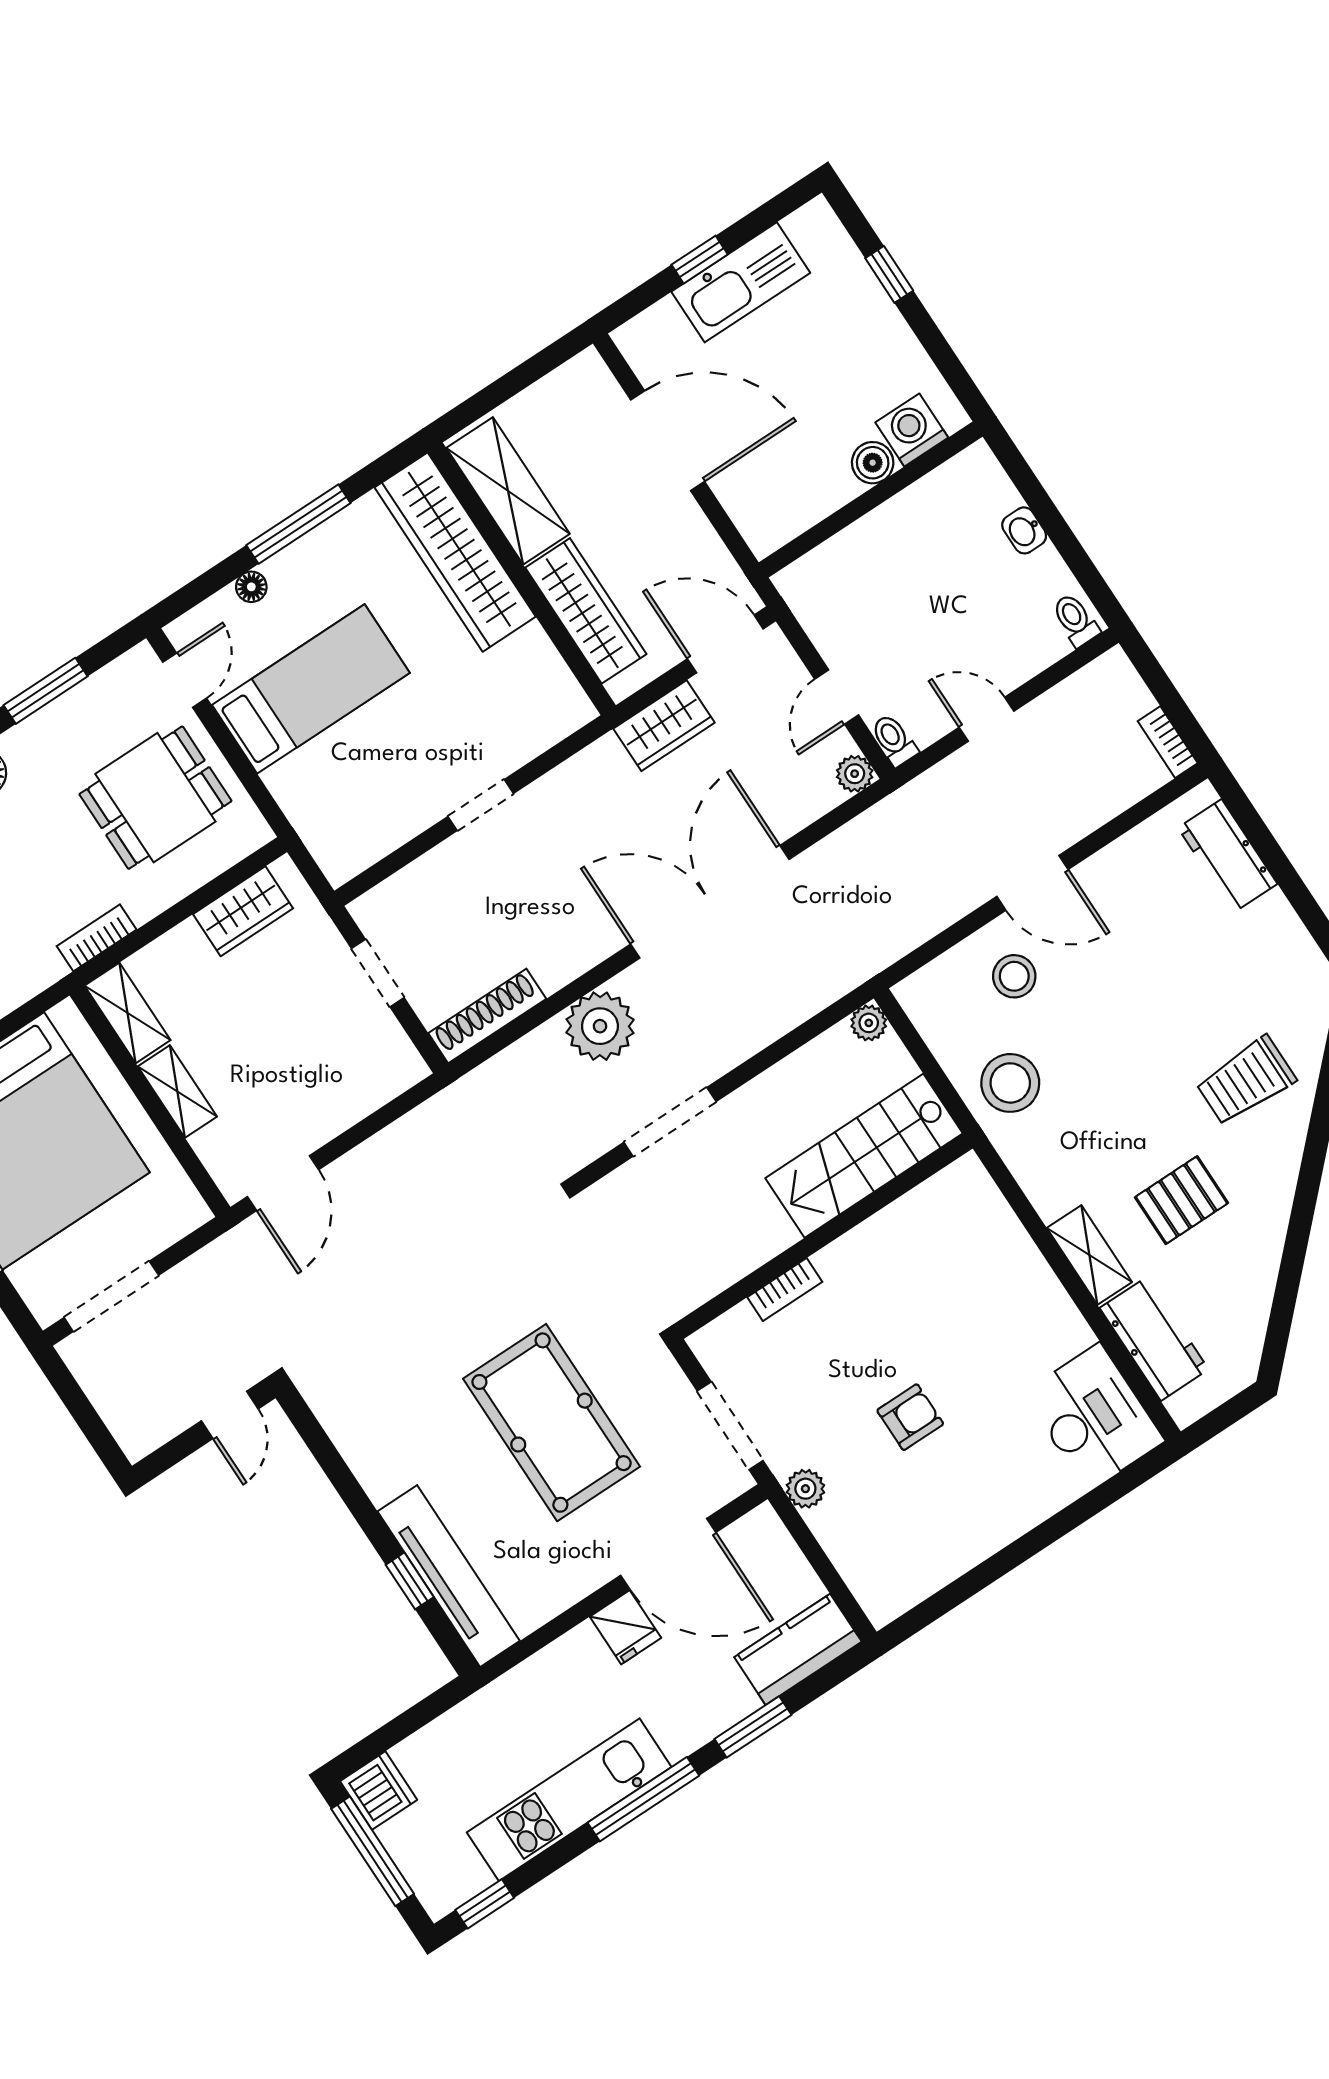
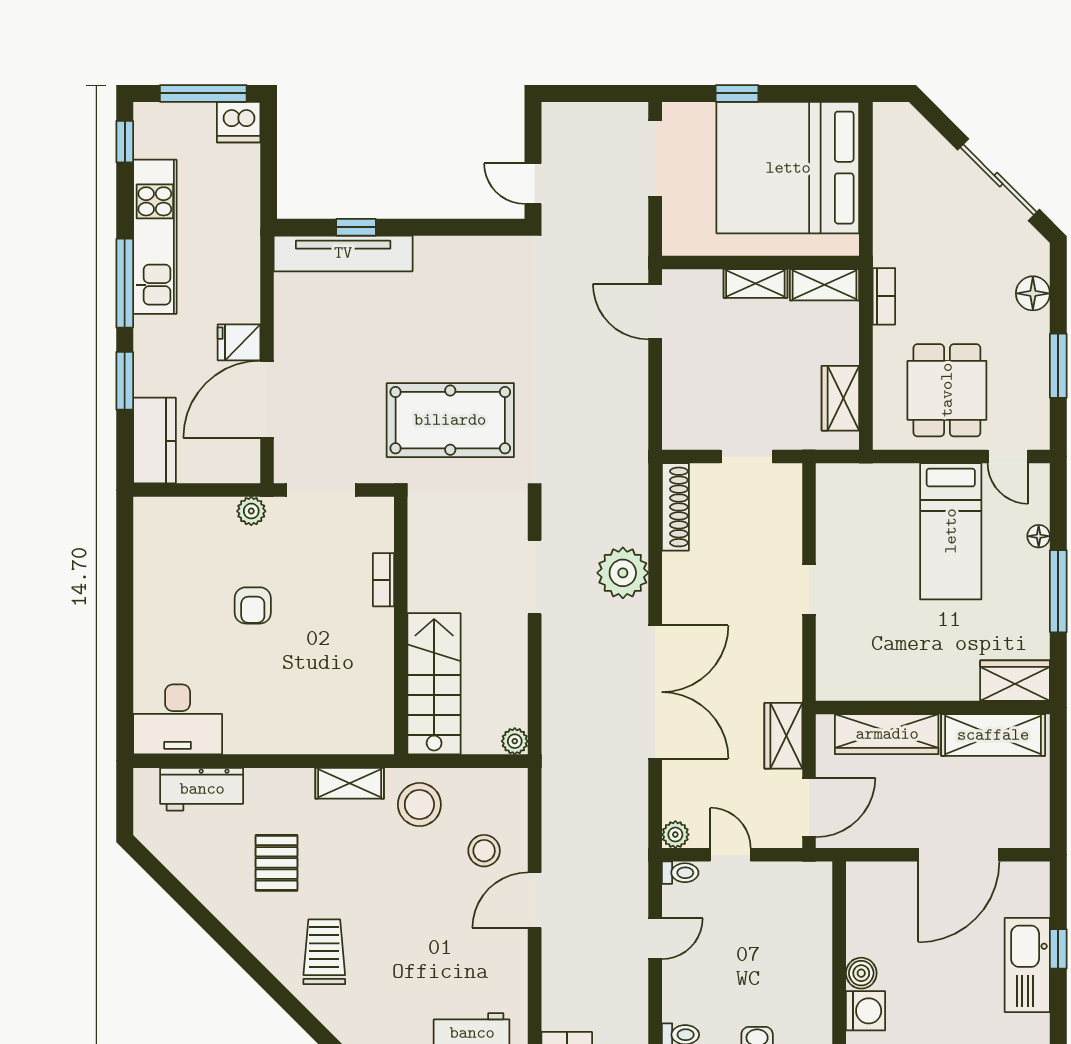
wardrobe: (455, 552) -> (1015, 681), width x0.48, depth x0.85
shelving: (1089, 1255) -> (350, 783), moved
pool table: (552, 1423) -> (450, 420), moved

